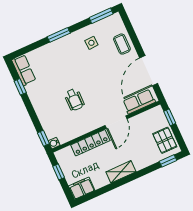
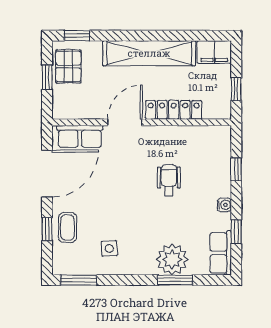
window: (59, 35) -> (175, 280), moved
window: (134, 38) -> (47, 229), added
plant: (51, 53) -> (172, 259), added
window: (170, 117) -> (47, 77), moved
window: (43, 138) -> (236, 169), moved
water cooler: (54, 143) -> (224, 205), moved
shelving: (121, 172) -> (149, 53), width x2.20, depth x1.33

